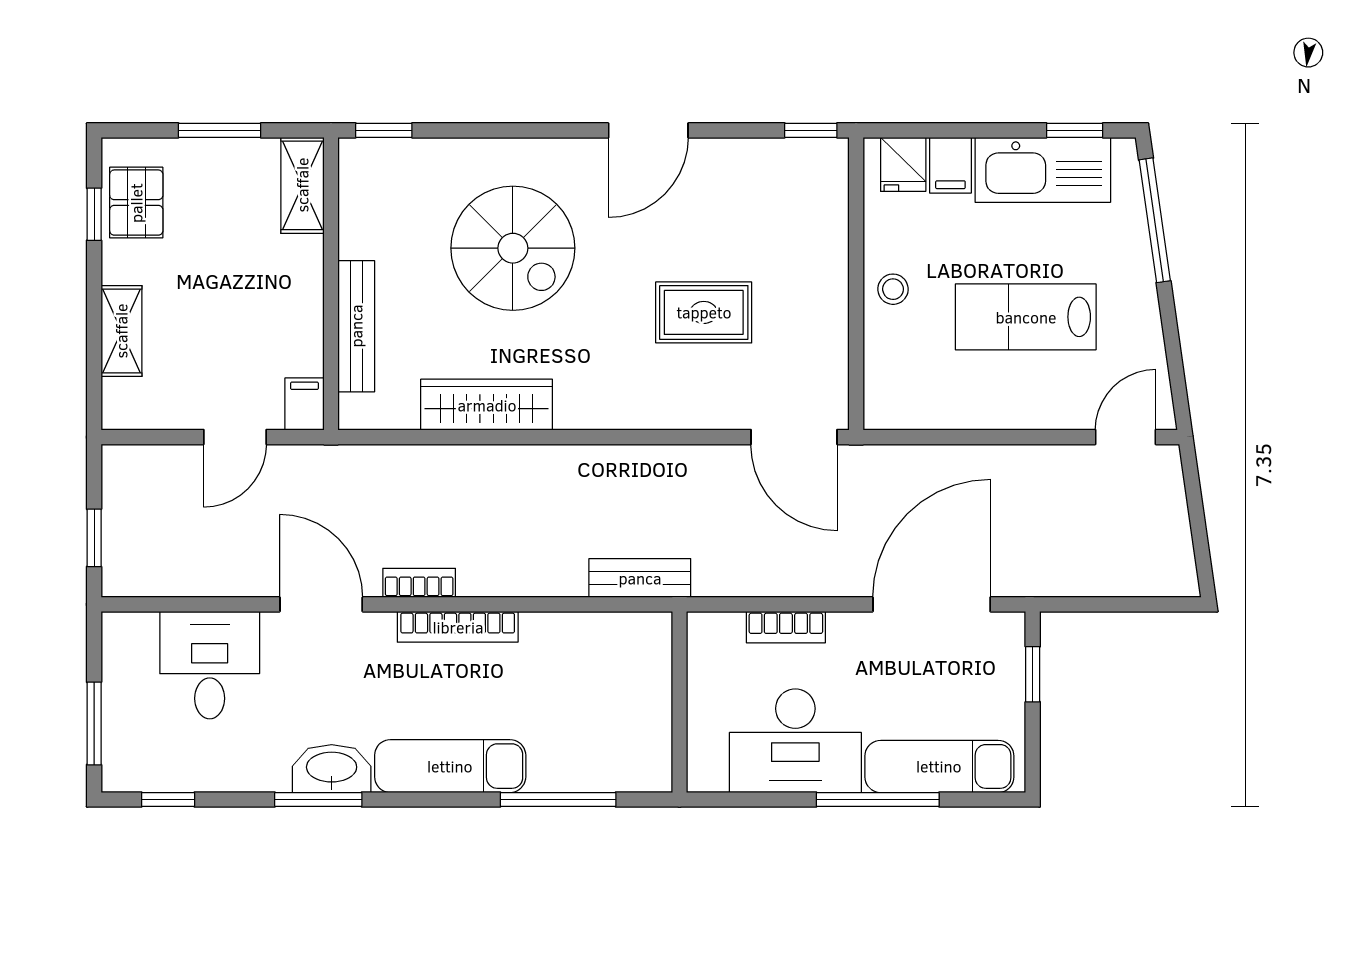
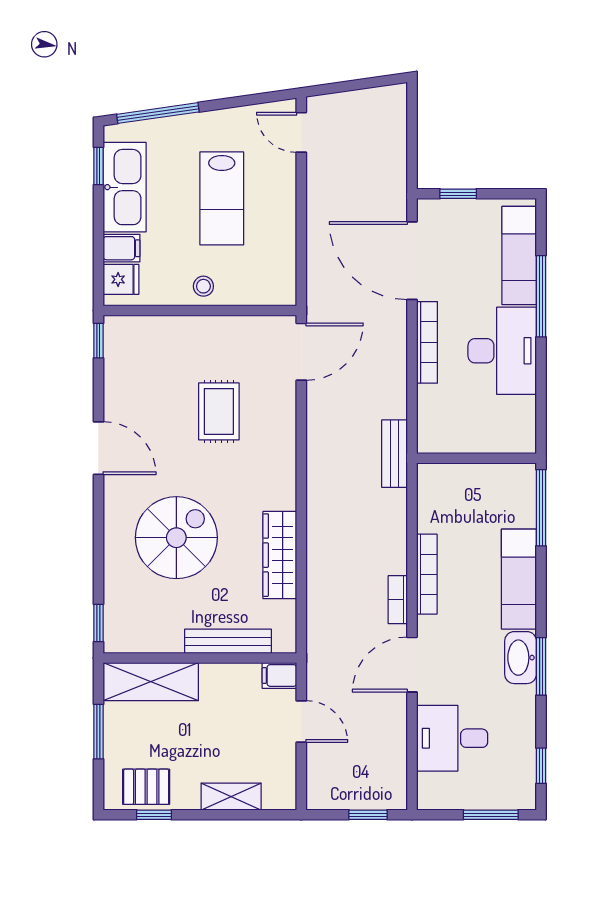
shelving: (302, 185) -> (151, 682), width x1.50, depth x1.33
bookcase: (786, 627) -> (427, 342), width x1.56
wall: (680, 702) -> (477, 458), moved

